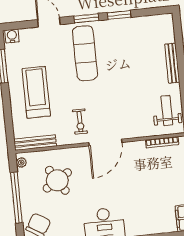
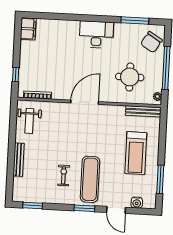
window: (119, 15) -> (33, 206), moved
water cooler: (12, 36) -> (137, 203), moved
exercise bike: (80, 122) -> (64, 175), moved
round table: (57, 180) -> (130, 77), turned 32

